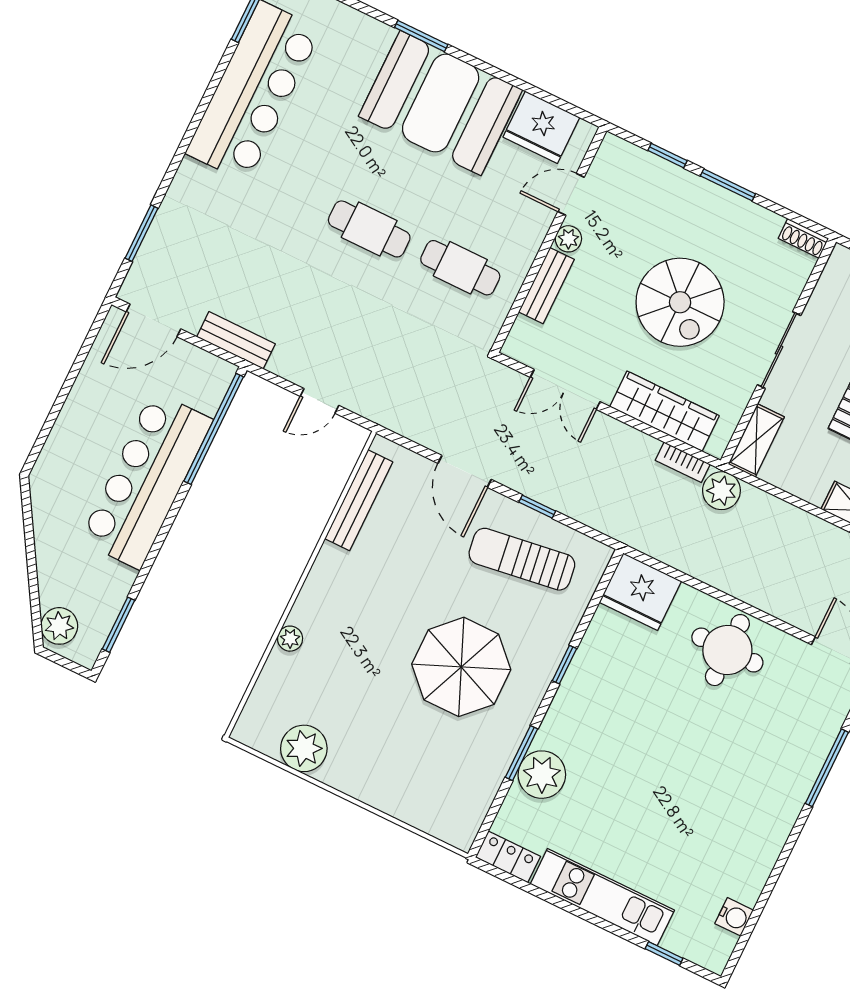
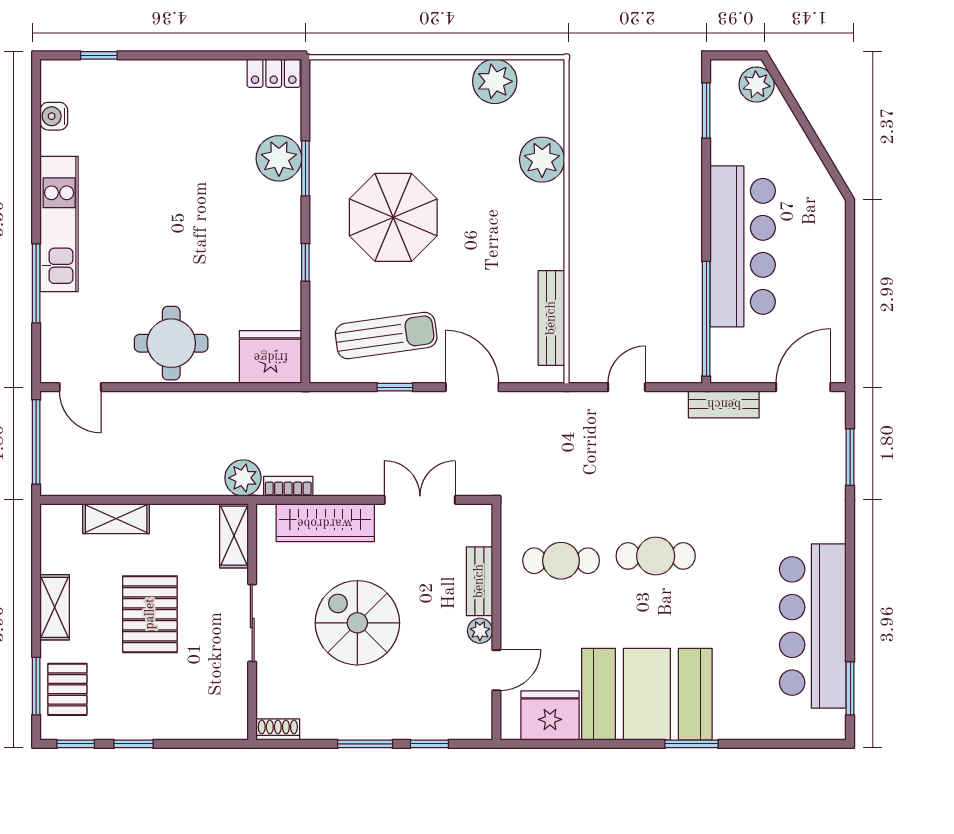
plant: (290, 639) -> (542, 160), width x1.87, depth x1.87
kitchen unit: (602, 897) -> (59, 224), moved, turned -90

